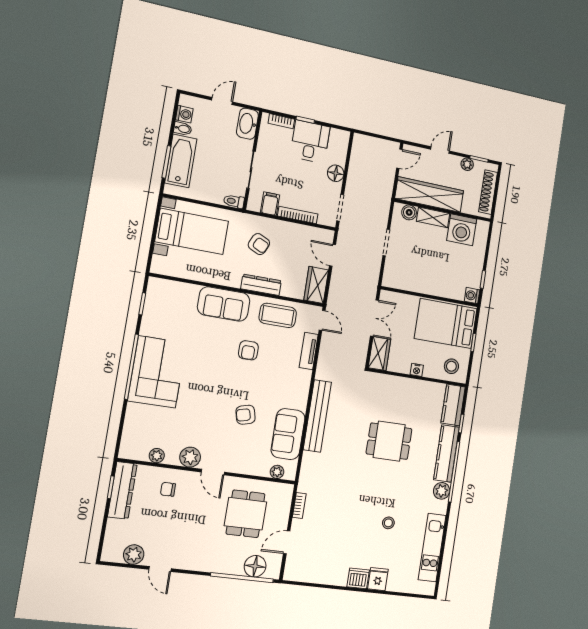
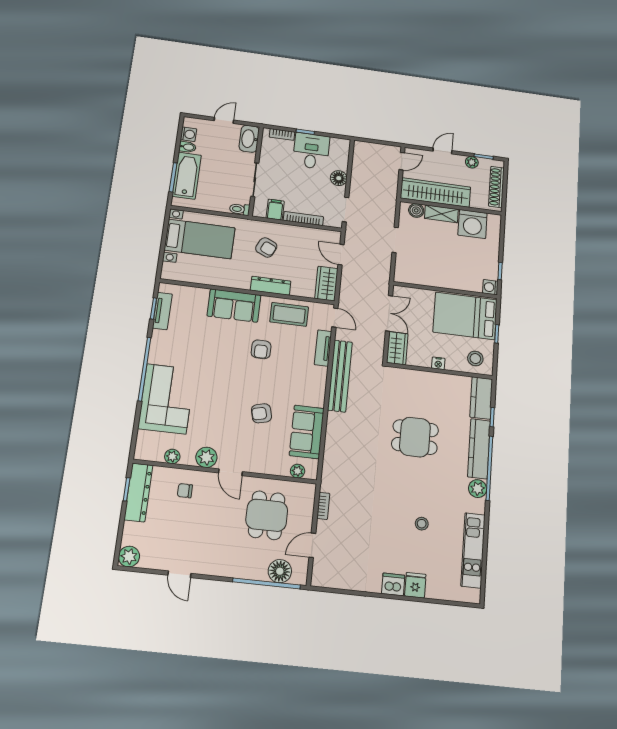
tv unit: (151, 307) -> (162, 311), added
corner sofa: (157, 372) -> (166, 399), moved
bench: (317, 416) -> (340, 376), moved
plant: (134, 555) -> (129, 557), moved

